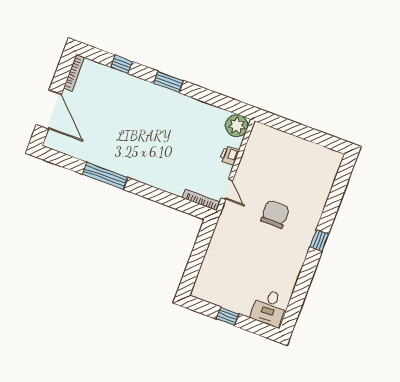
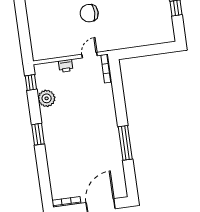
window: (121, 64) -> (31, 83), moved
plant: (237, 126) -> (47, 98), moved

